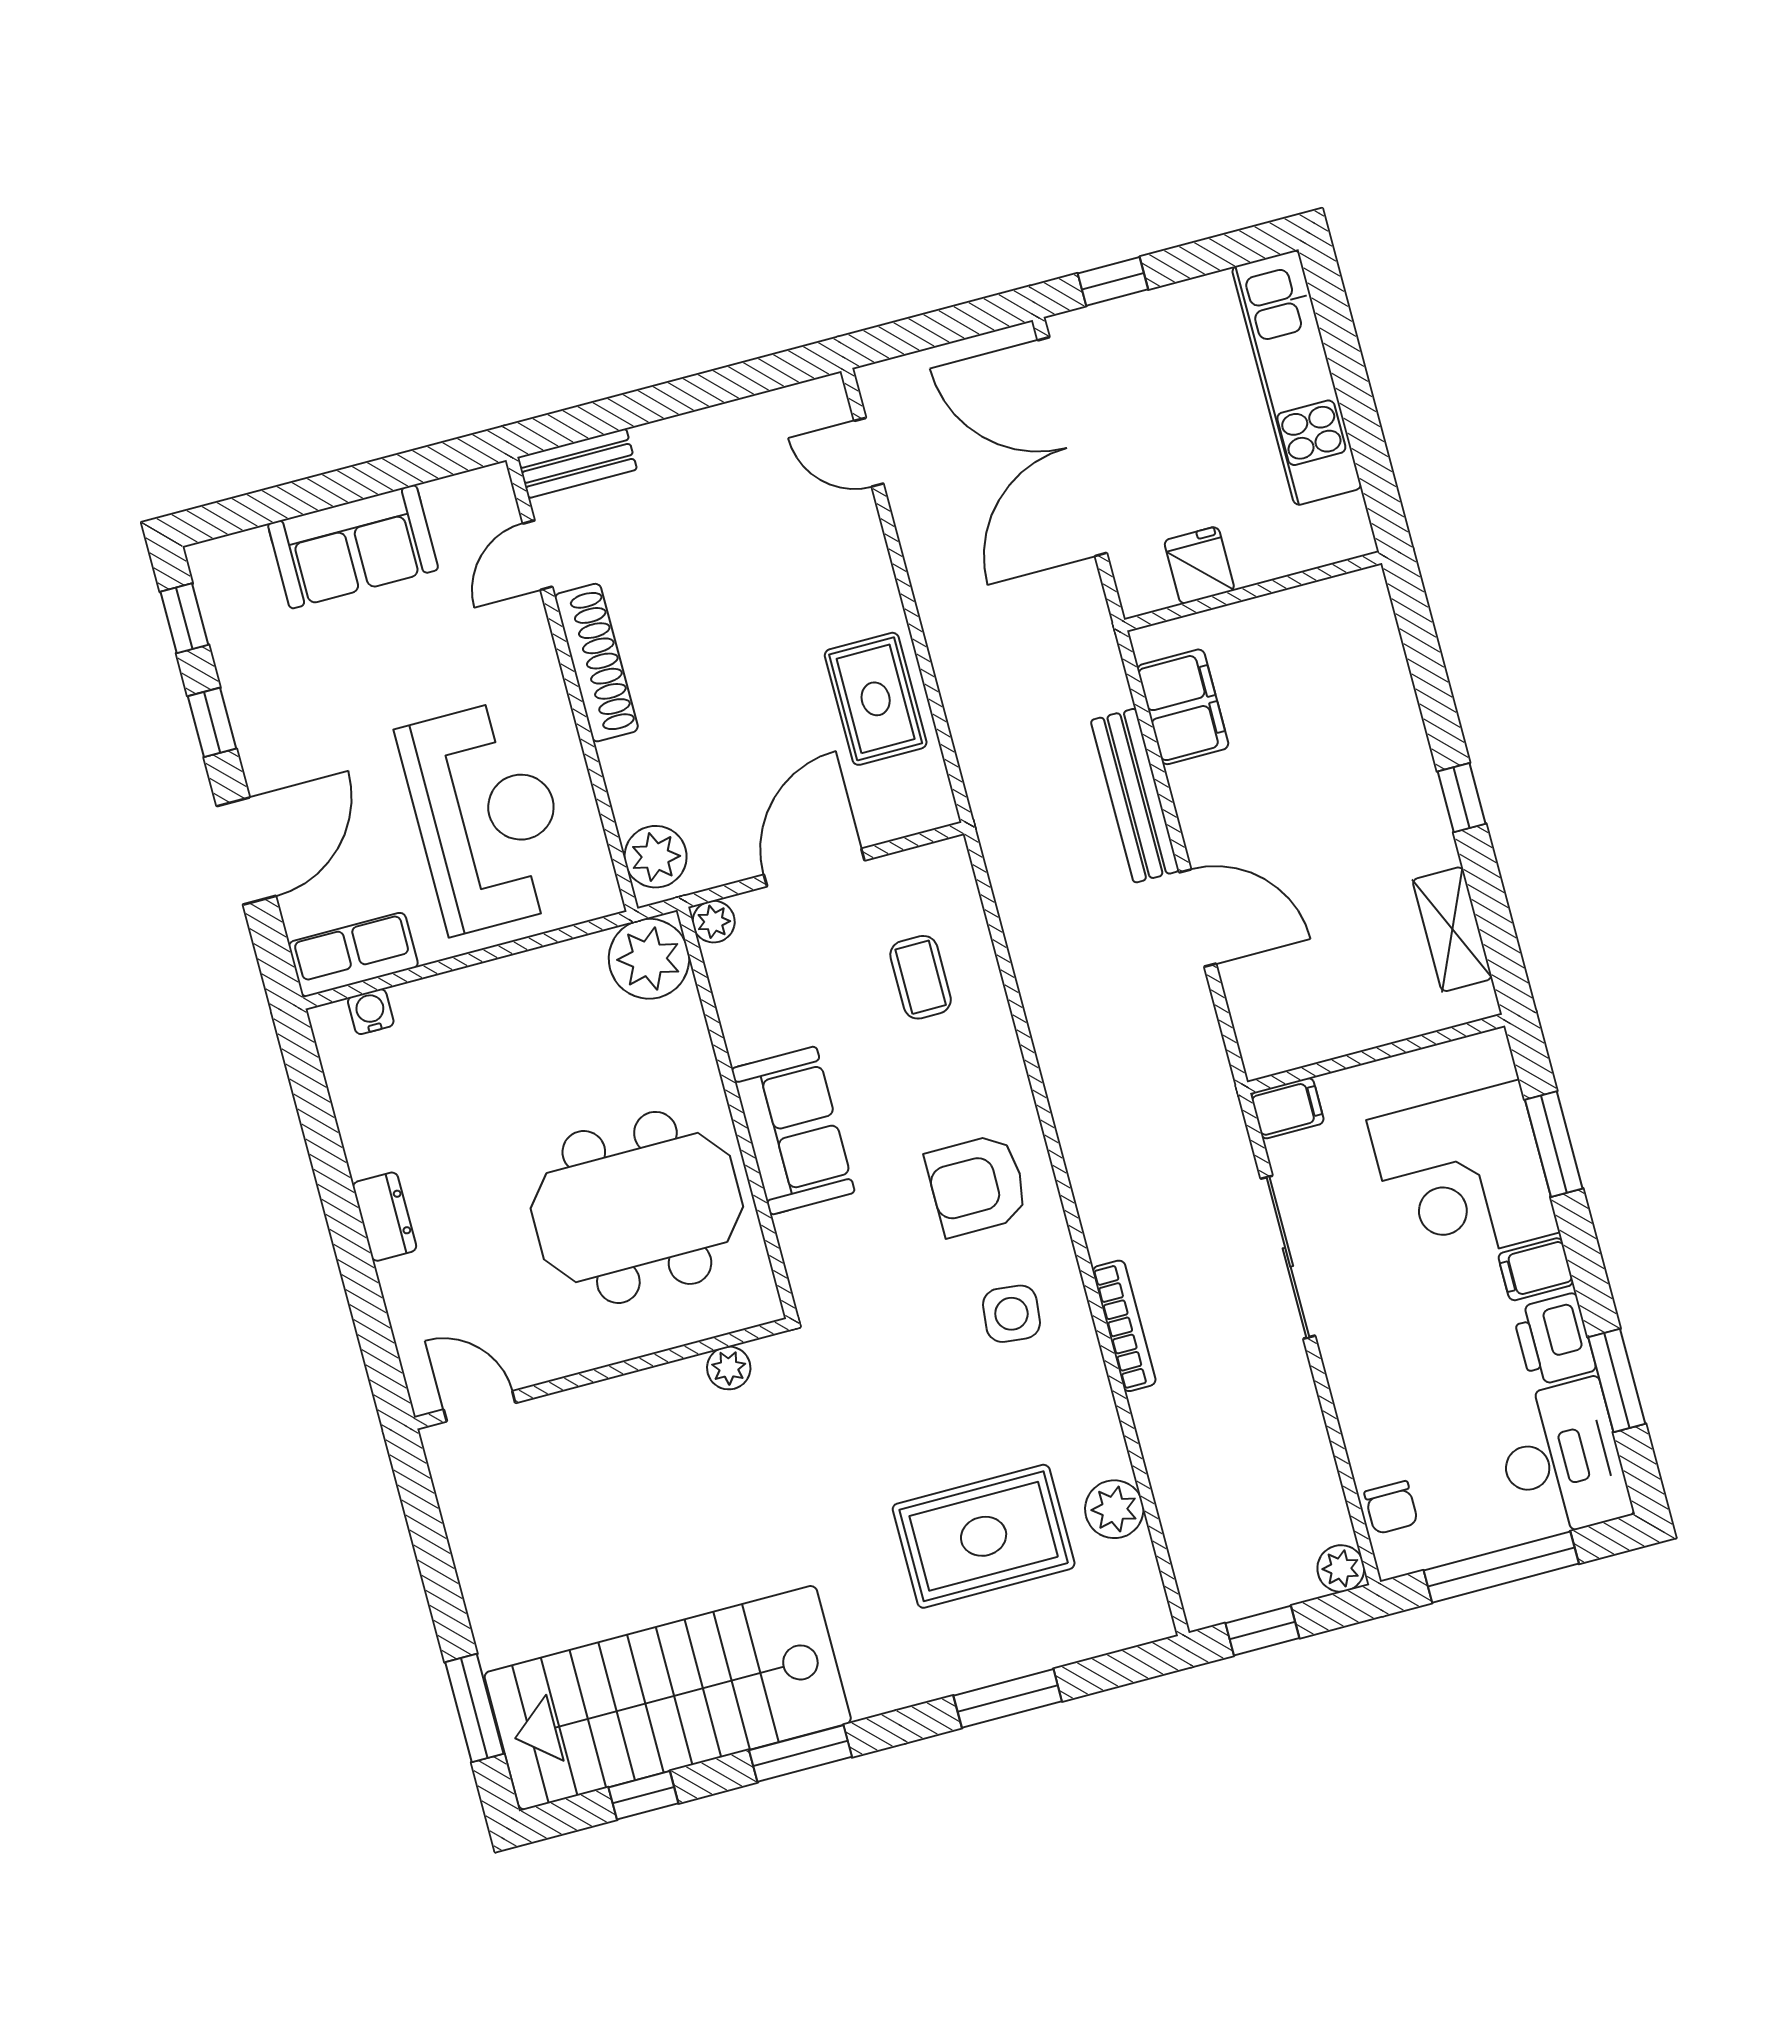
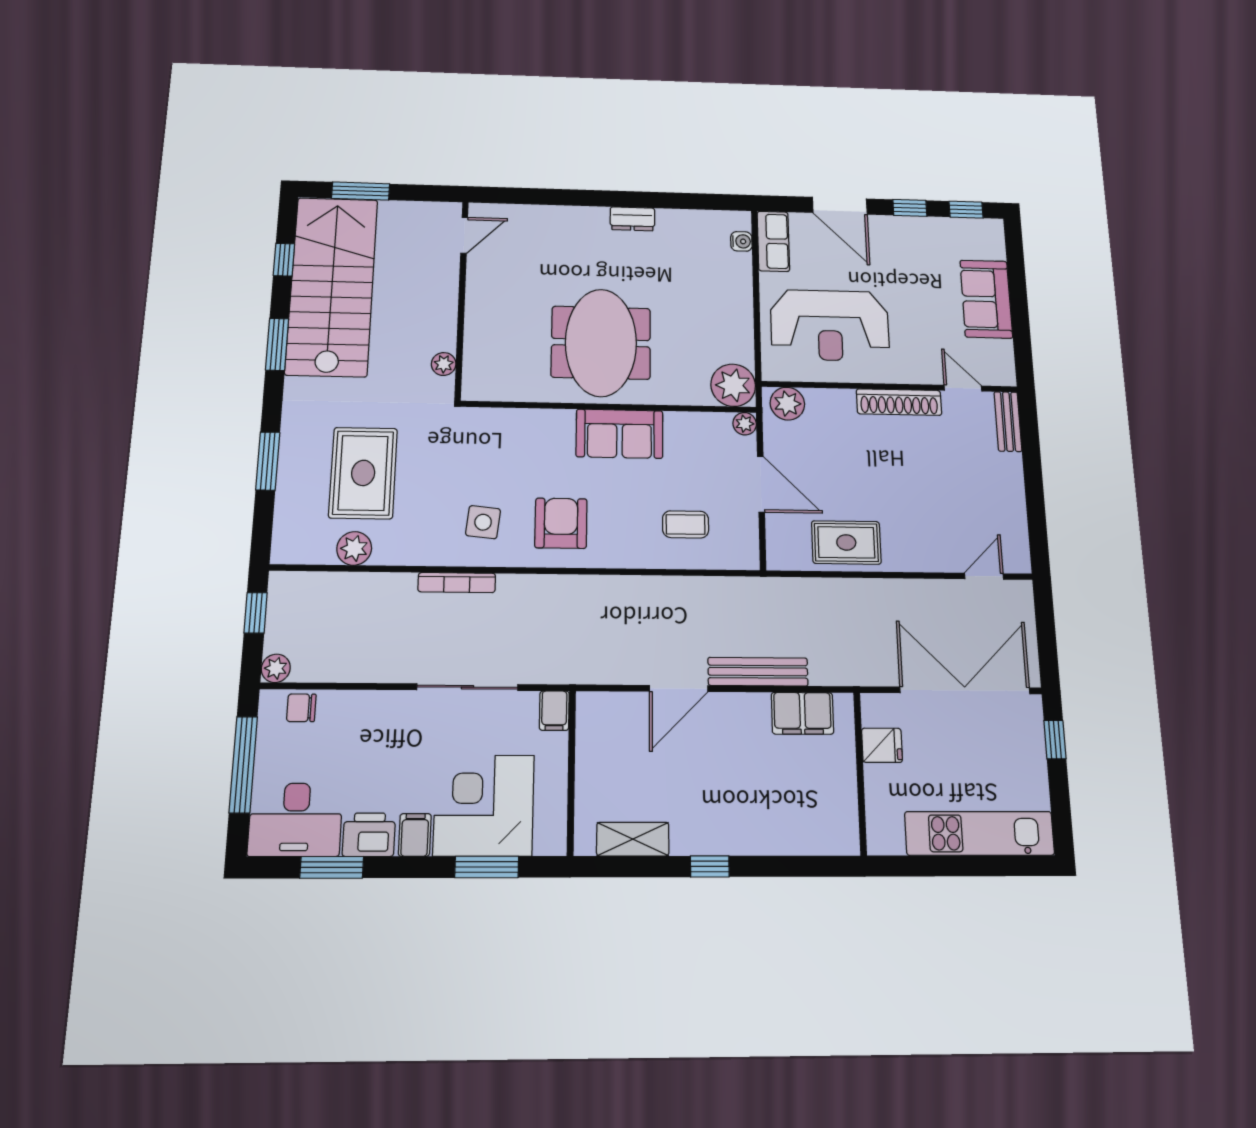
plant: (729, 1368) -> (444, 364), moved
wall: (602, 1374) -> (462, 299), moved
door: (480, 1406) -> (464, 235), moved

